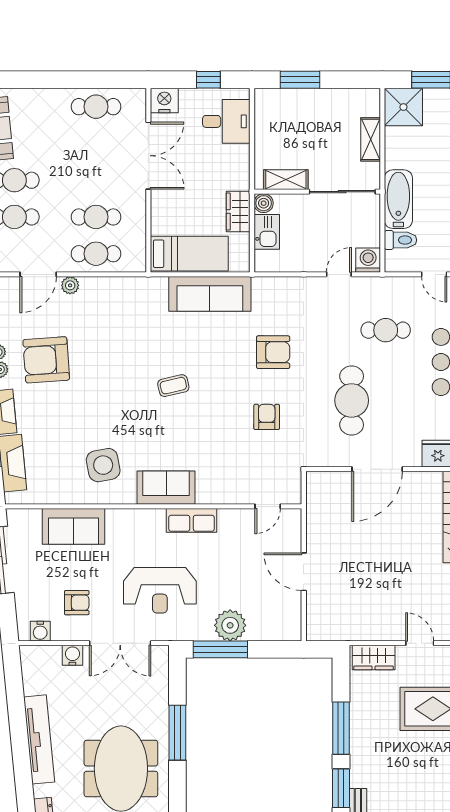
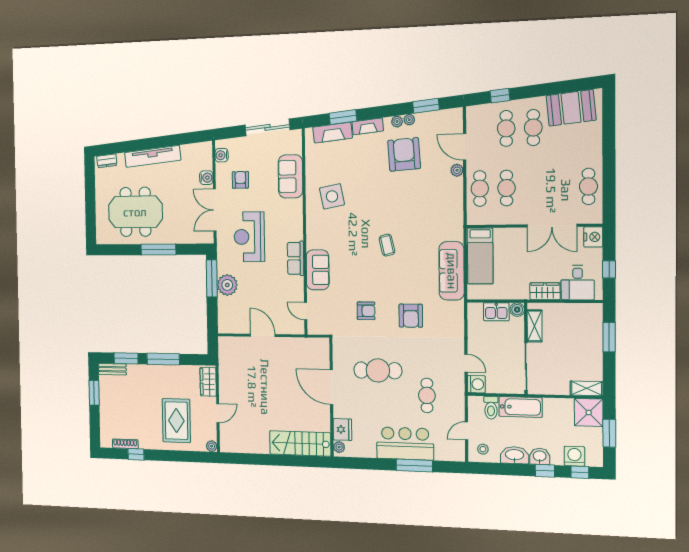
shelving: (371, 139) -> (587, 388), moved
wardrobe: (238, 212) -> (545, 291), moved
sofa: (166, 488) -> (318, 270), moved
door: (304, 572) -> (263, 335), hinge flipped
armchair: (77, 603) -> (240, 180), turned 180

